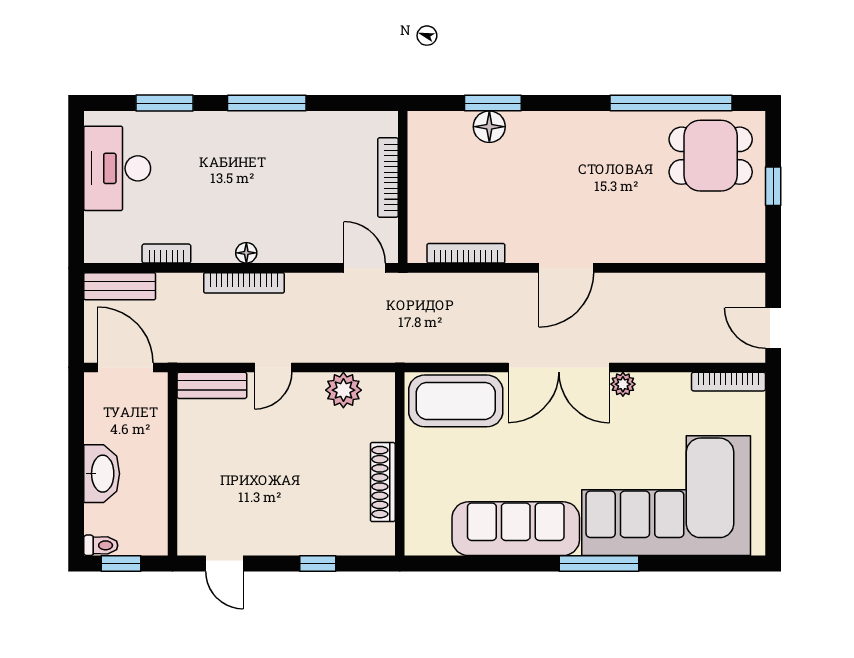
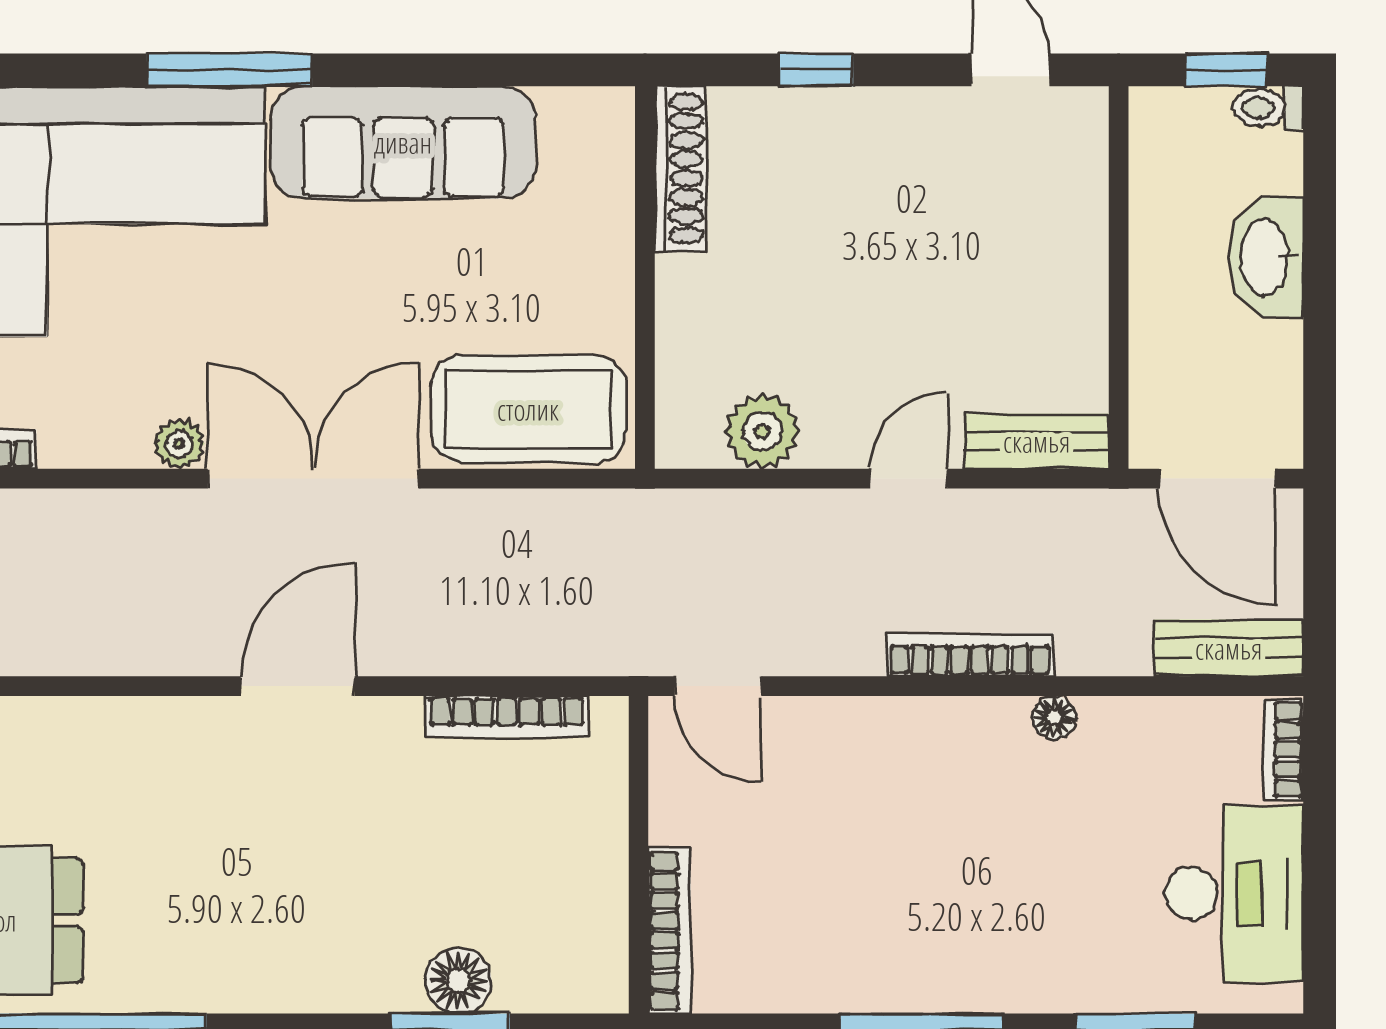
bookcase: (388, 178) -> (669, 931), moved
floor lamp: (246, 253) -> (1054, 718), moved
bookcase: (166, 254) -> (1283, 750), moved, turned 90
shoe rack: (383, 482) -> (680, 169), moved

